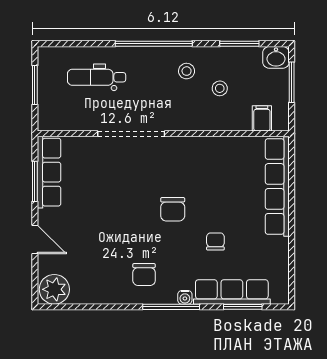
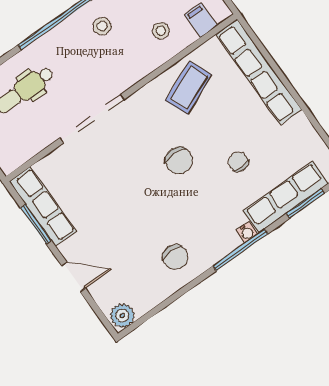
stool: (220, 88) -> (161, 31), moved
coffee table: (218, 161) -> (189, 88), added
chair: (144, 274) -> (176, 257), moved
plant: (54, 289) -> (122, 316), width x0.73, depth x0.73

